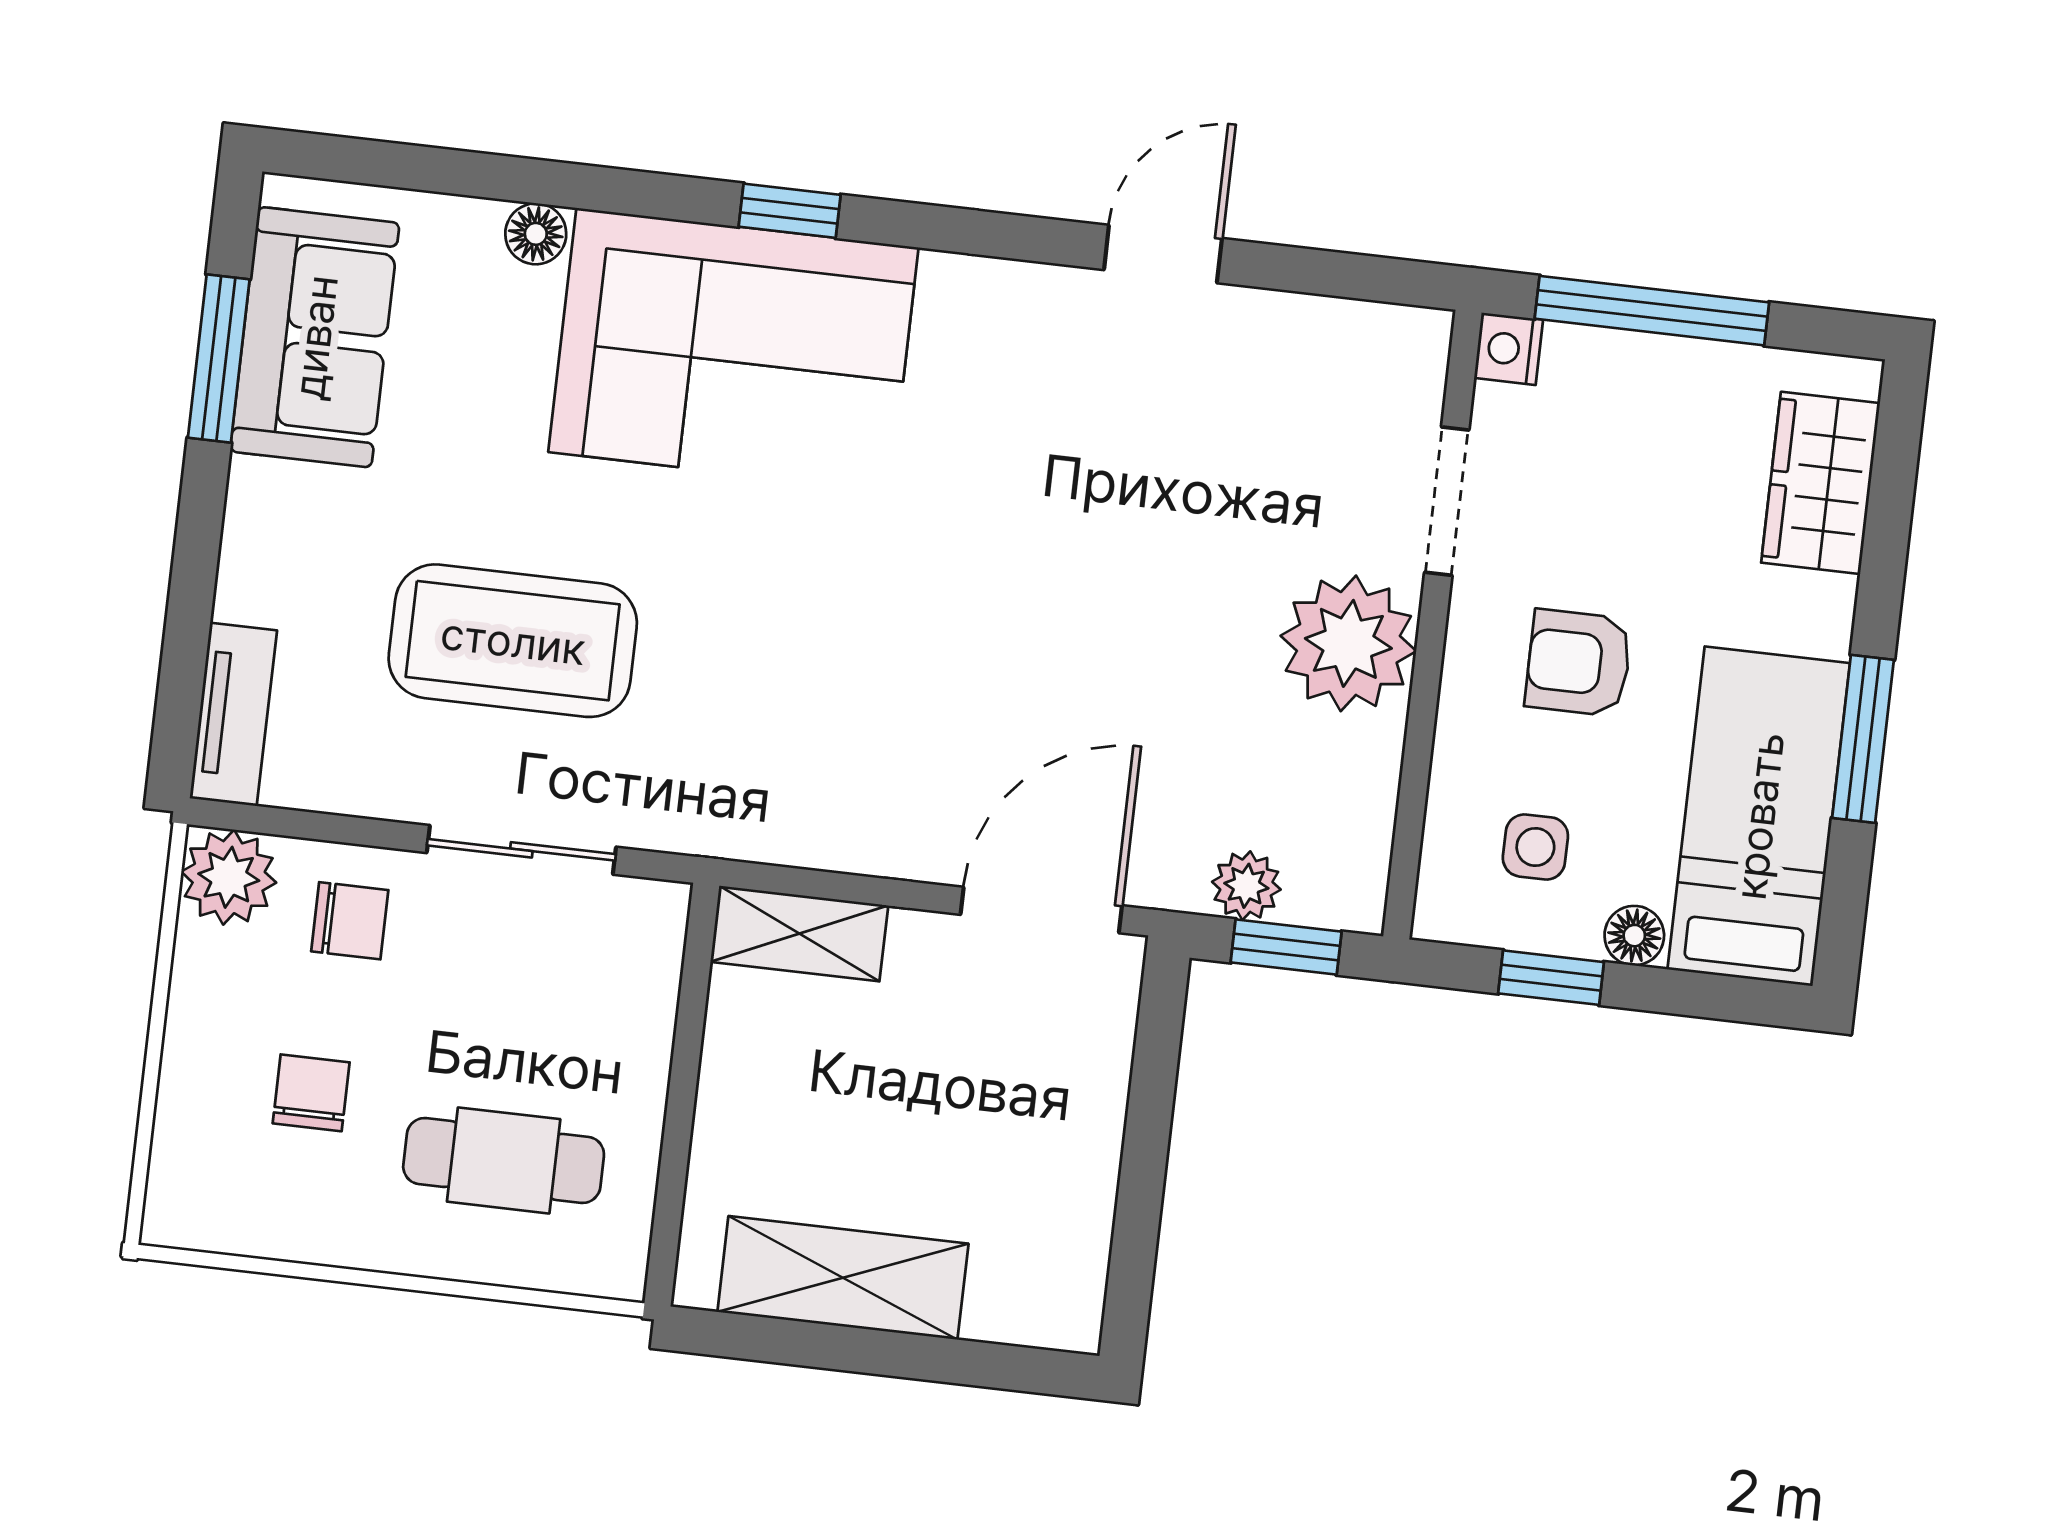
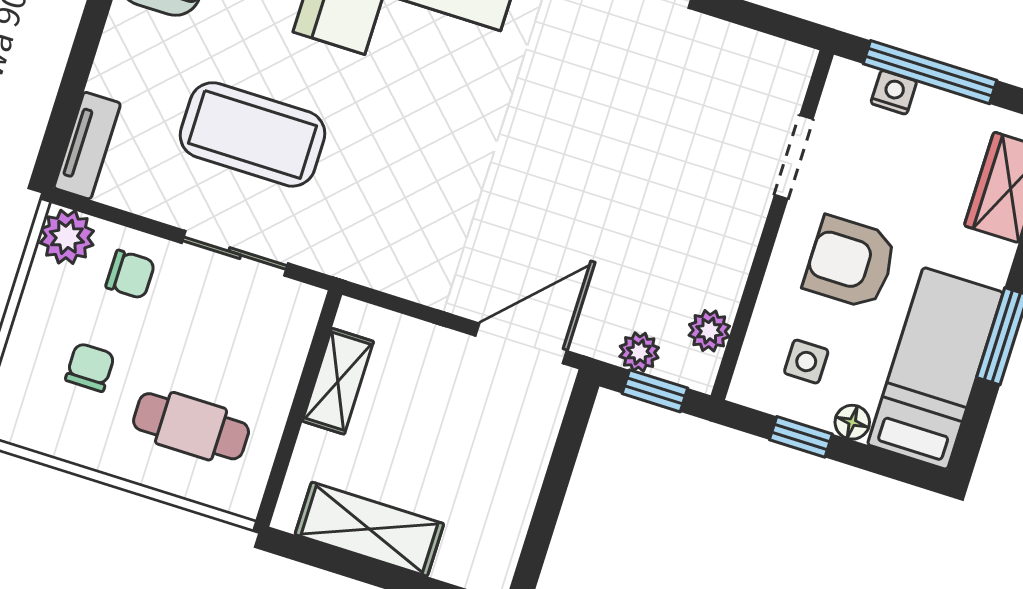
nightstand: (1509, 349) -> (894, 92), moved, turned 90
plant: (1348, 643) -> (709, 331), moved, width x0.53, depth x0.53
armchair: (1579, 663) -> (850, 263), width x1.38, depth x1.38
shelving: (799, 934) -> (338, 381), moved, turned 90

